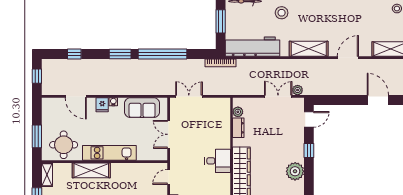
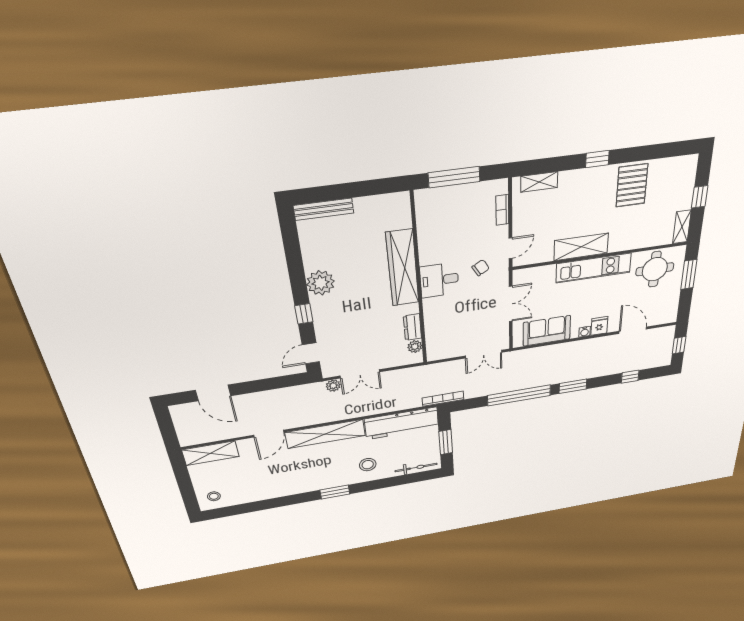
shelving: (309, 49) -> (325, 434), width x1.47
chair: (189, 166) -> (481, 268), added
shelving: (91, 170) -> (581, 247), moved

